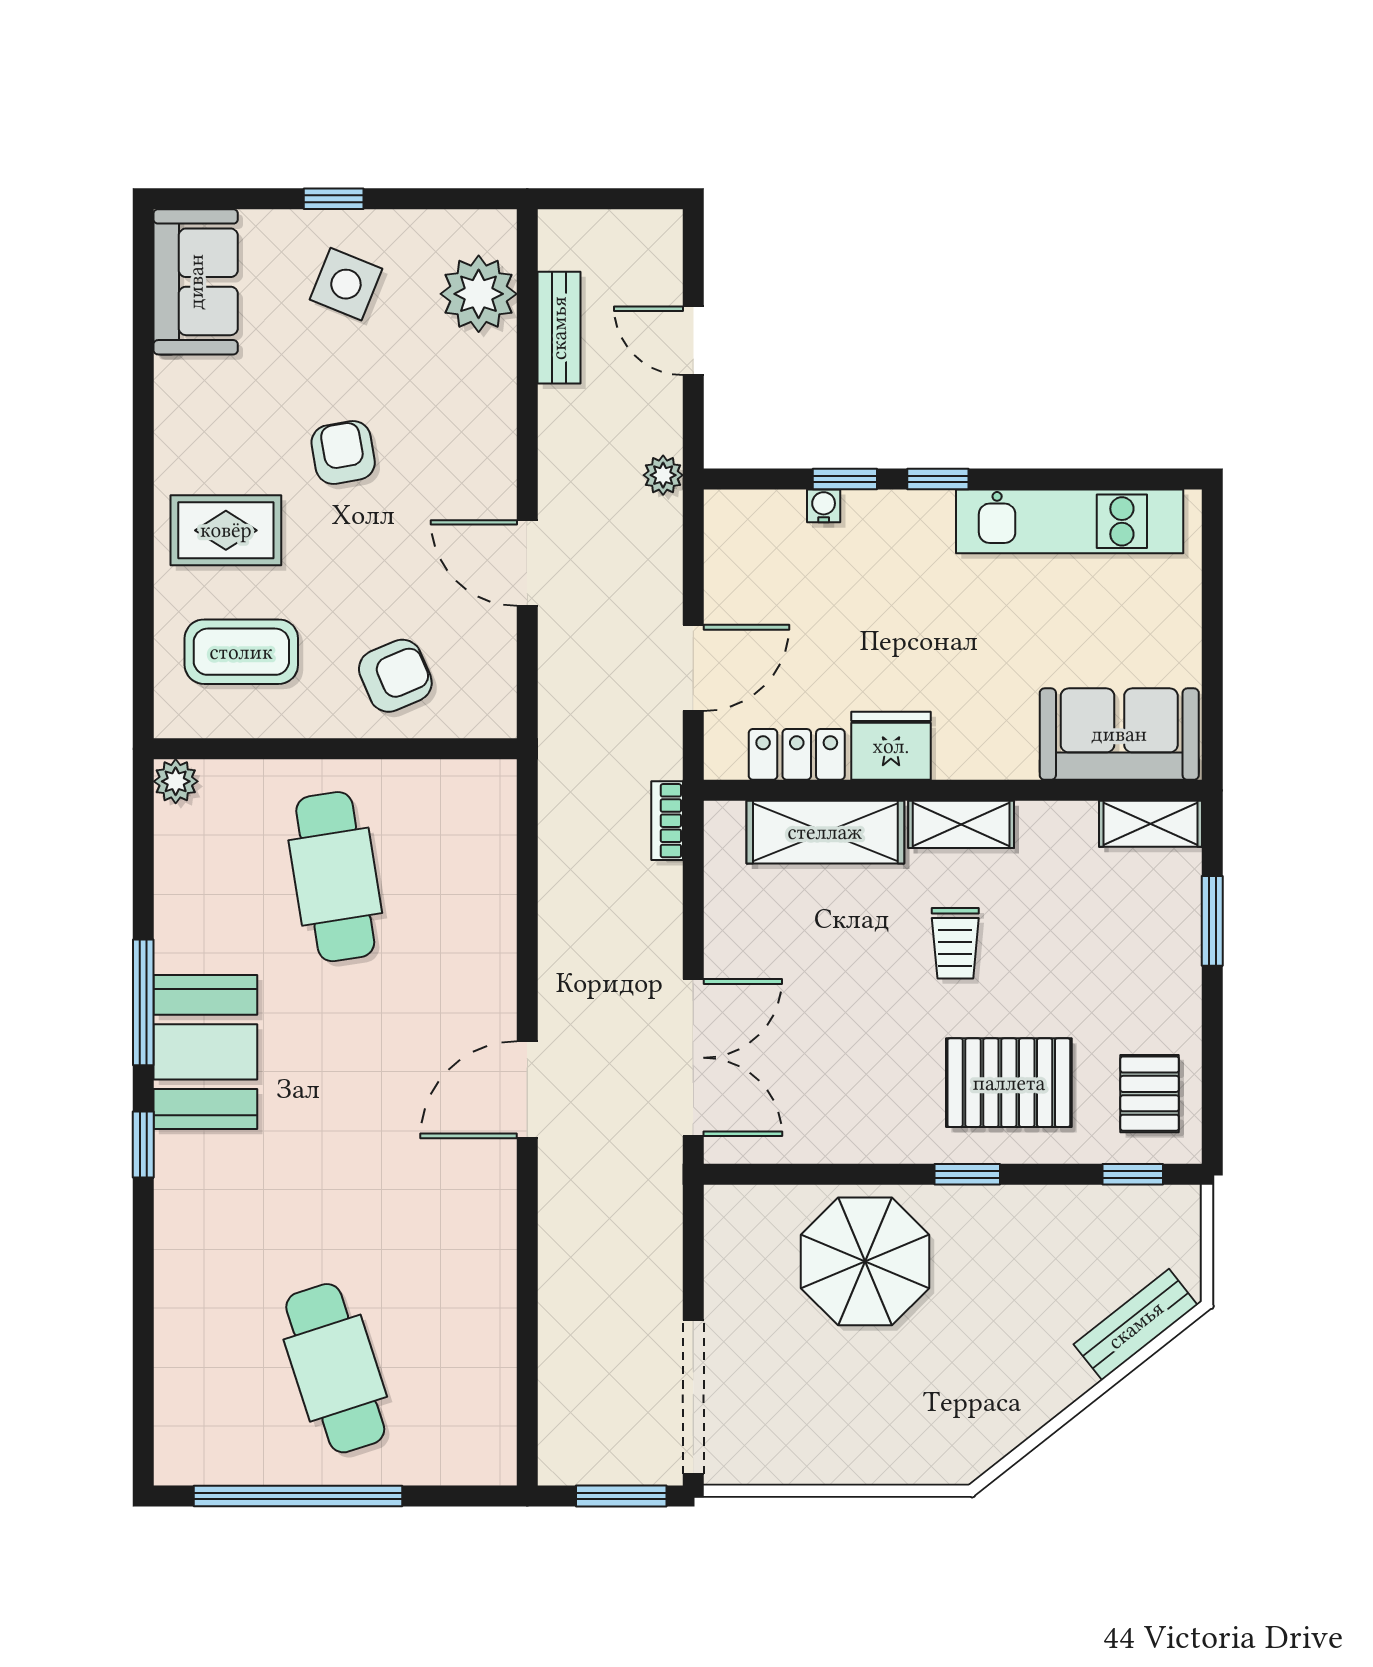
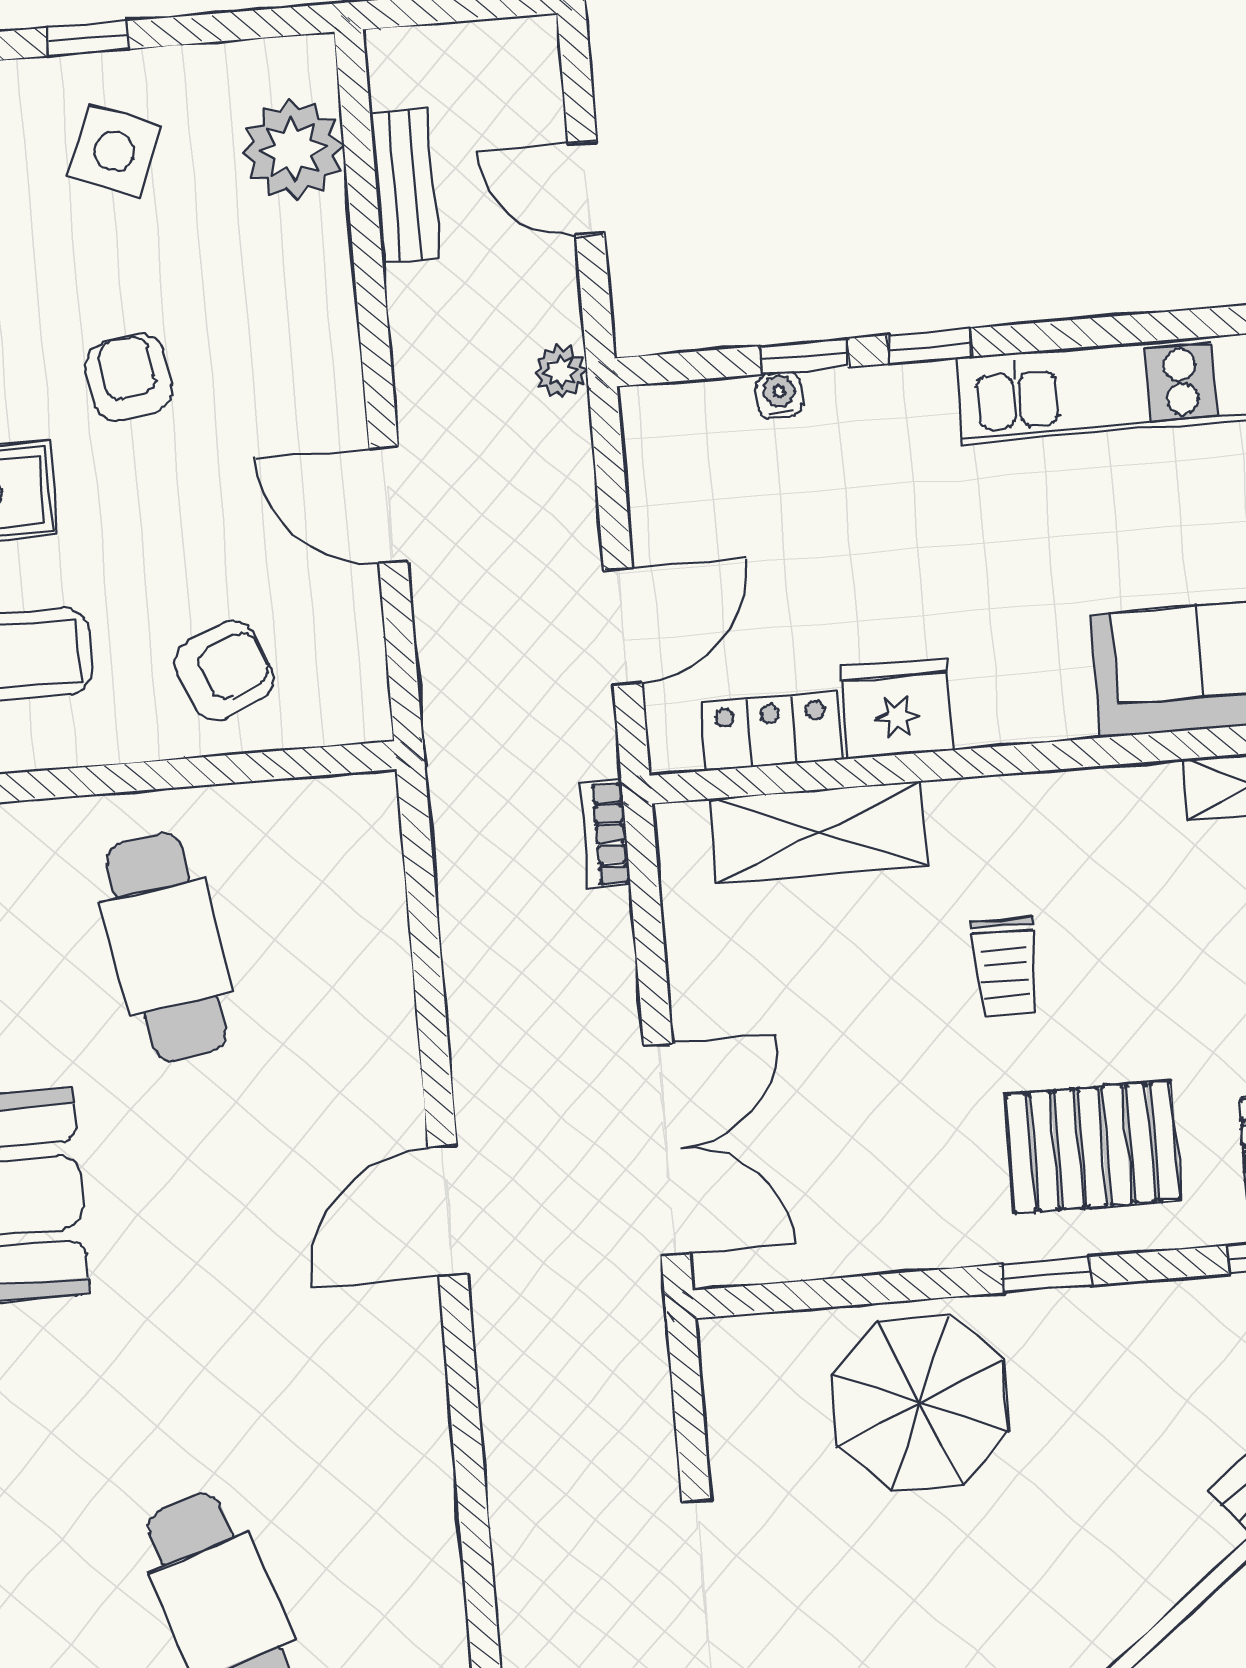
shelving: (961, 824) -> (999, 806), removed

